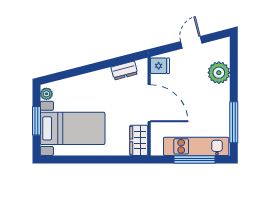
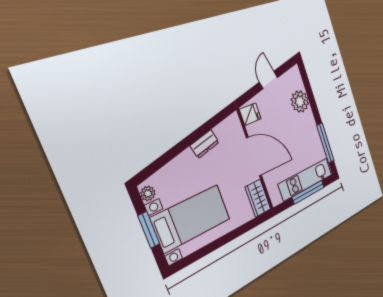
dresser: (124, 71) -> (205, 144), moved

